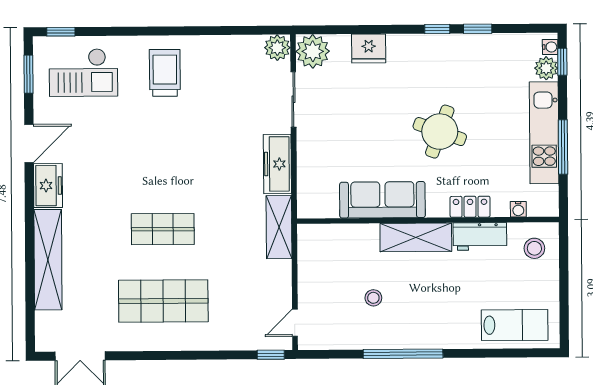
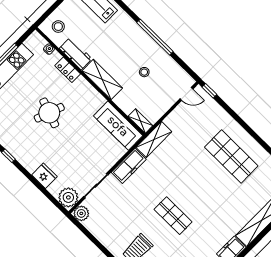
sofa: (382, 200) -> (118, 126), moved
shop shelf: (163, 229) -> (173, 216), moved
shelving: (318, 233) -> (140, 121), added

